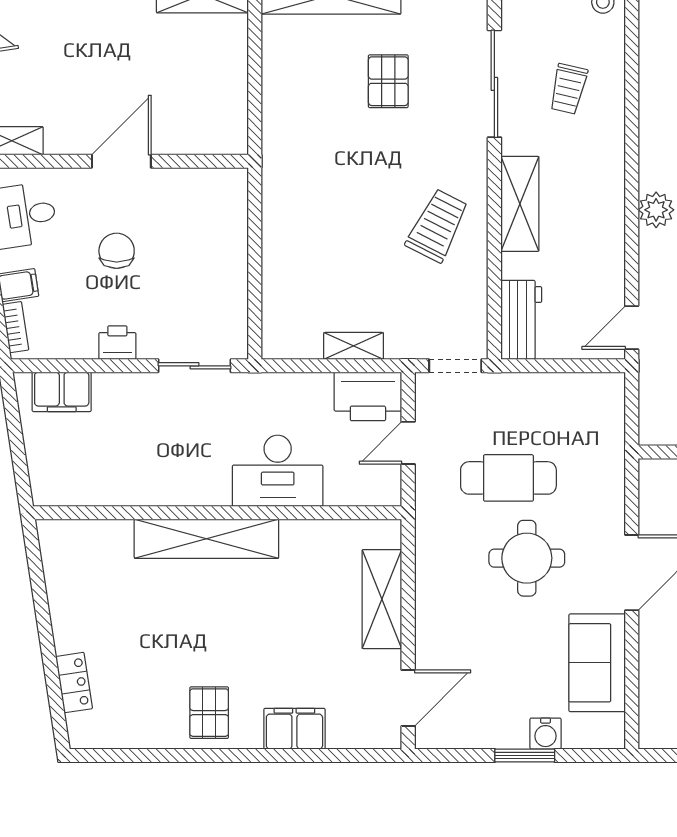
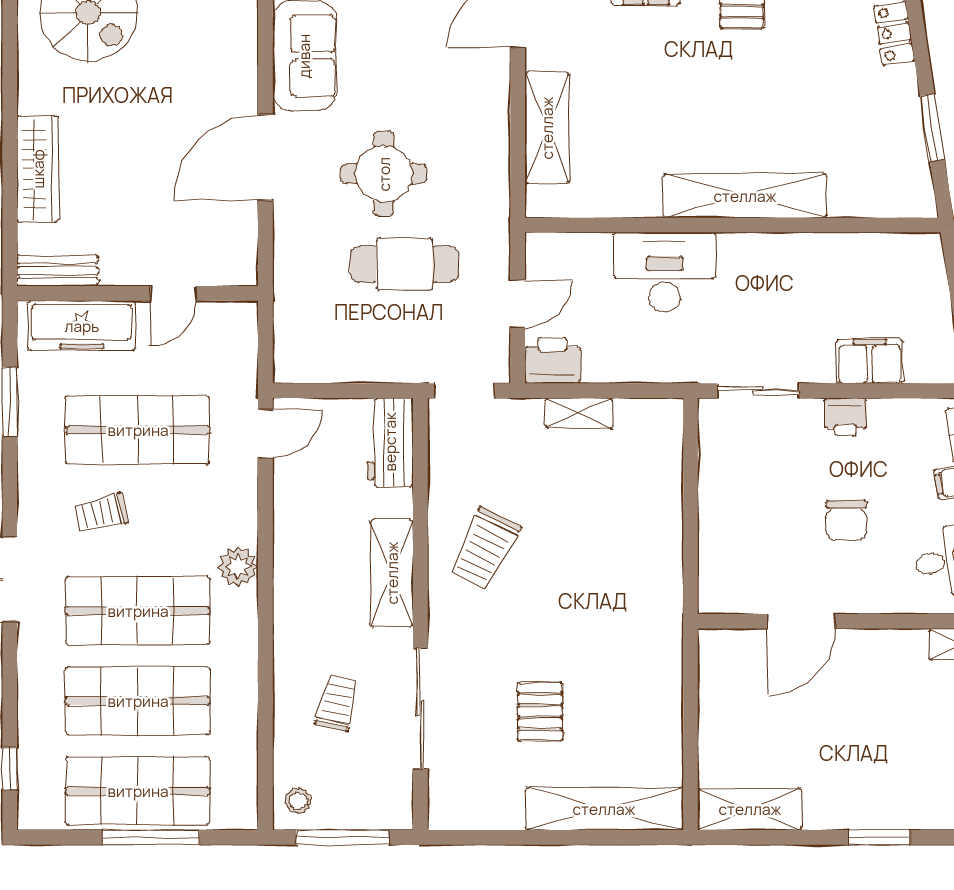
door: (121, 161) -> (801, 621), moved
filing cabinet: (62, 392) -> (870, 361), moved
printer: (368, 396) -> (553, 361), width x0.73, depth x0.84
window: (40, 599) -> (932, 128), added

